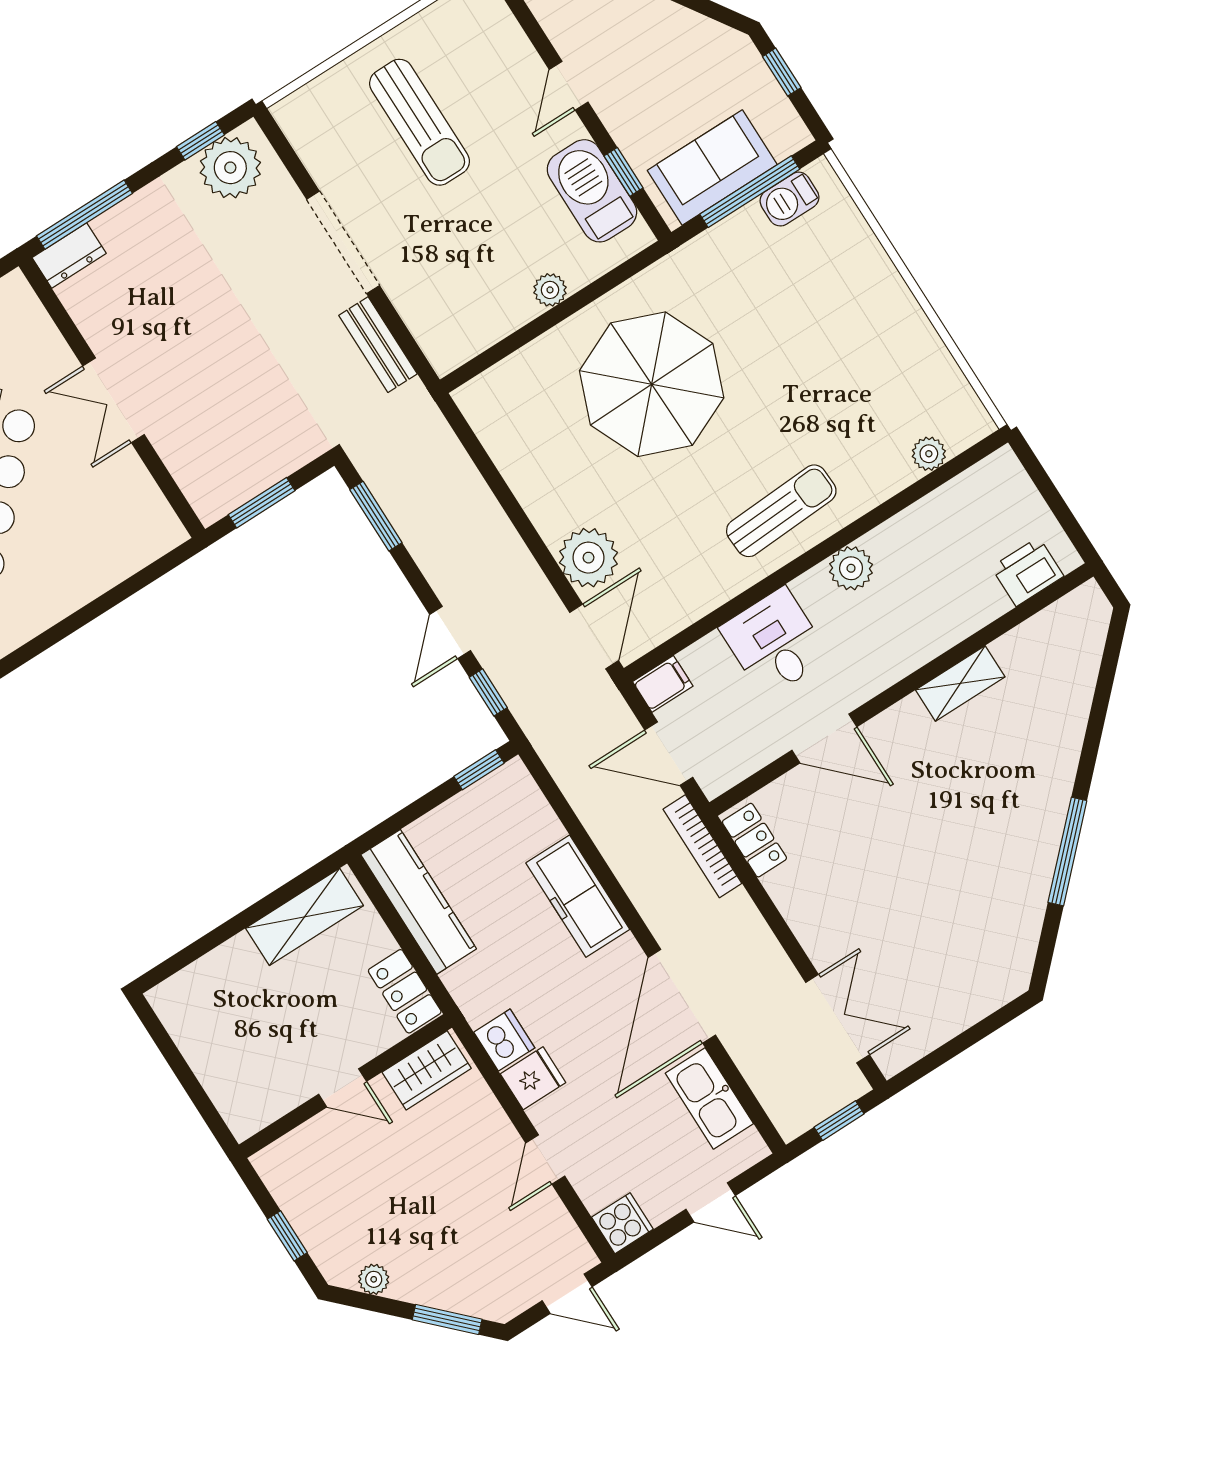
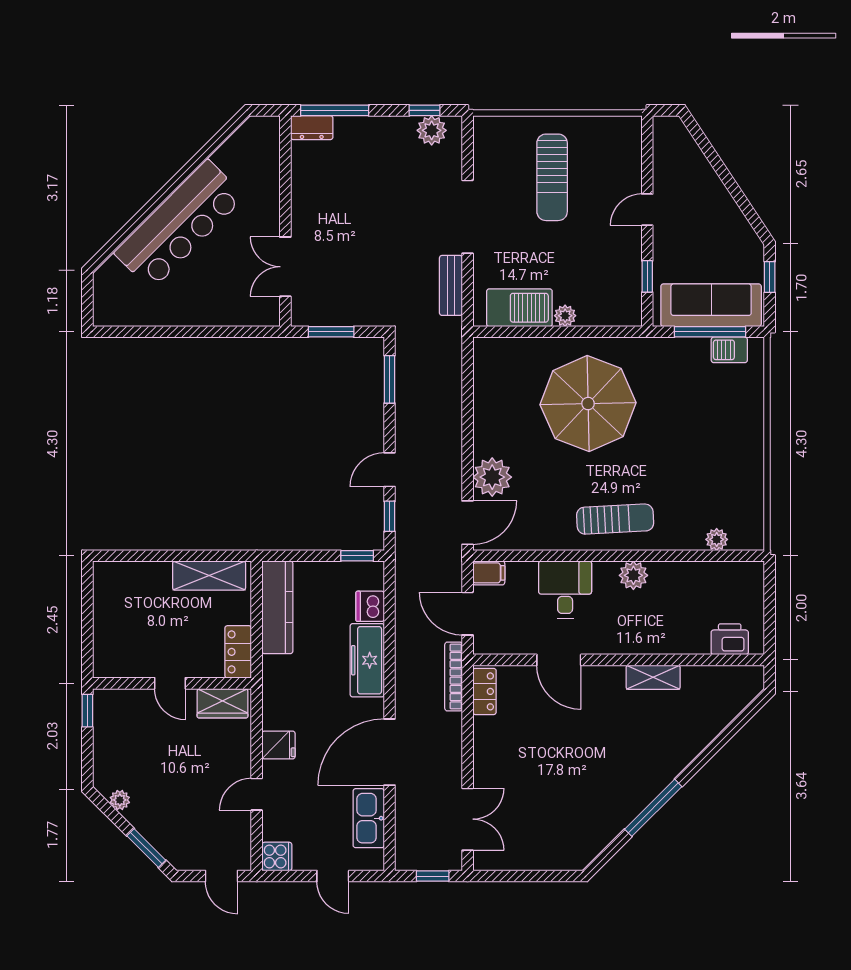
plant: (230, 168) -> (432, 130), width x0.73, depth x0.73
sofa: (712, 168) -> (711, 305), width x1.36
barbecue: (592, 191) -> (519, 308), moved, turned 90
double door: (113, 400) -> (285, 267), moved
dishwasher: (504, 1040) -> (370, 606), moved, turned 180
window: (287, 1236) -> (87, 711), moved

